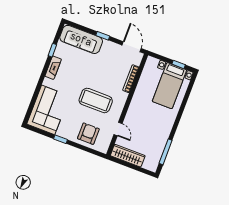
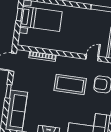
coffee table: (96, 100) -> (70, 84), turned 90

